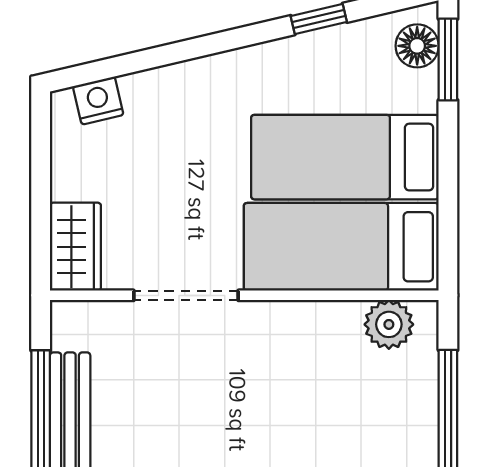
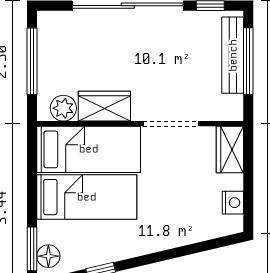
nightstand: (98, 101) -> (233, 203), moved, turned -77
wardrobe: (312, 328) -> (104, 106), added

